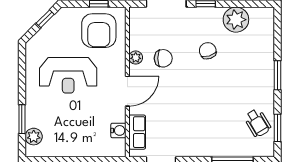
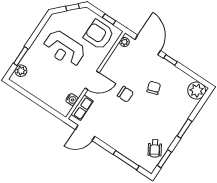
plant: (236, 20) -> (197, 91), moved
armchair: (99, 31) -> (99, 35), turned 90
plant: (136, 58) -> (124, 42), moved
chair: (163, 58) -> (125, 94), moved

